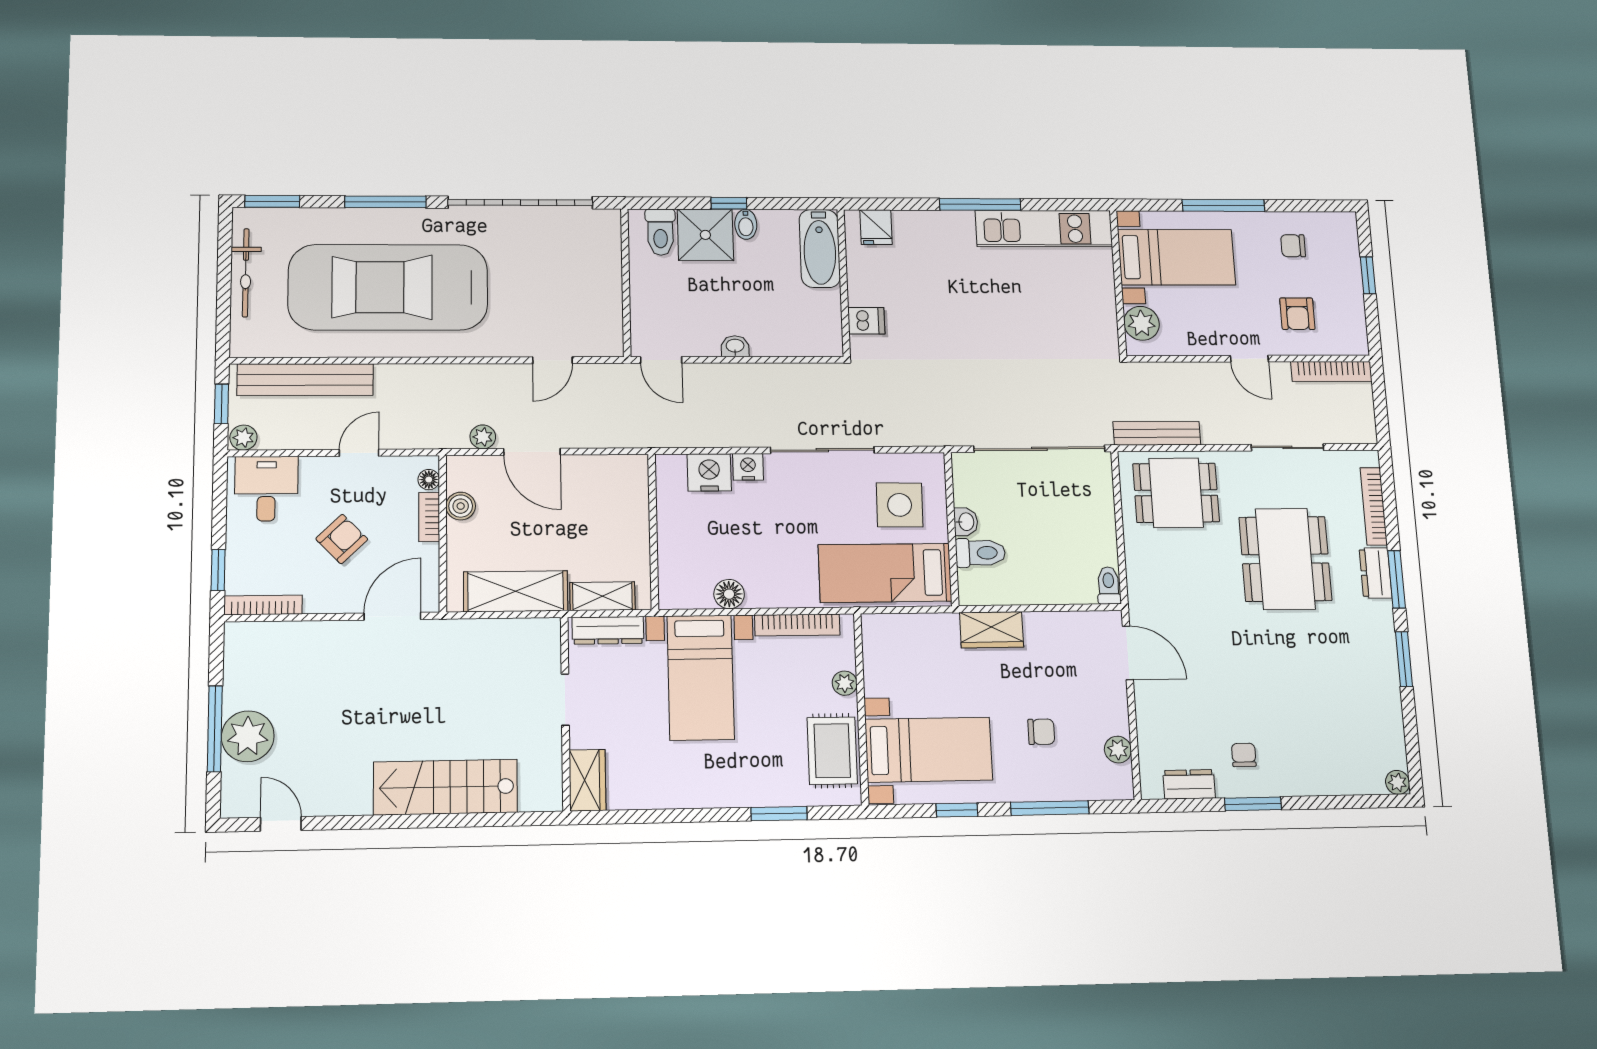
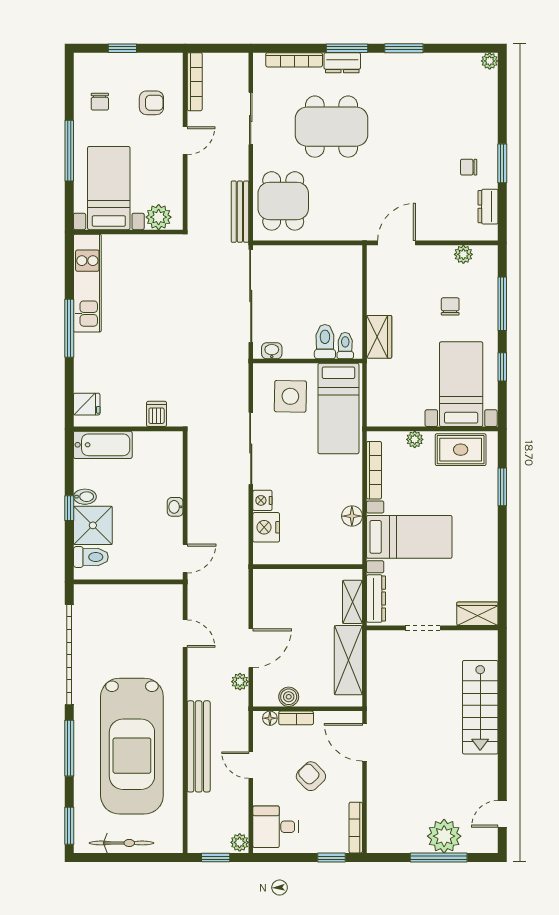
bench: (305, 380) -> (199, 746), moved
washbasin: (966, 522) -> (272, 351), moved
toilet: (1109, 585) -> (345, 346), moved, turned 90

